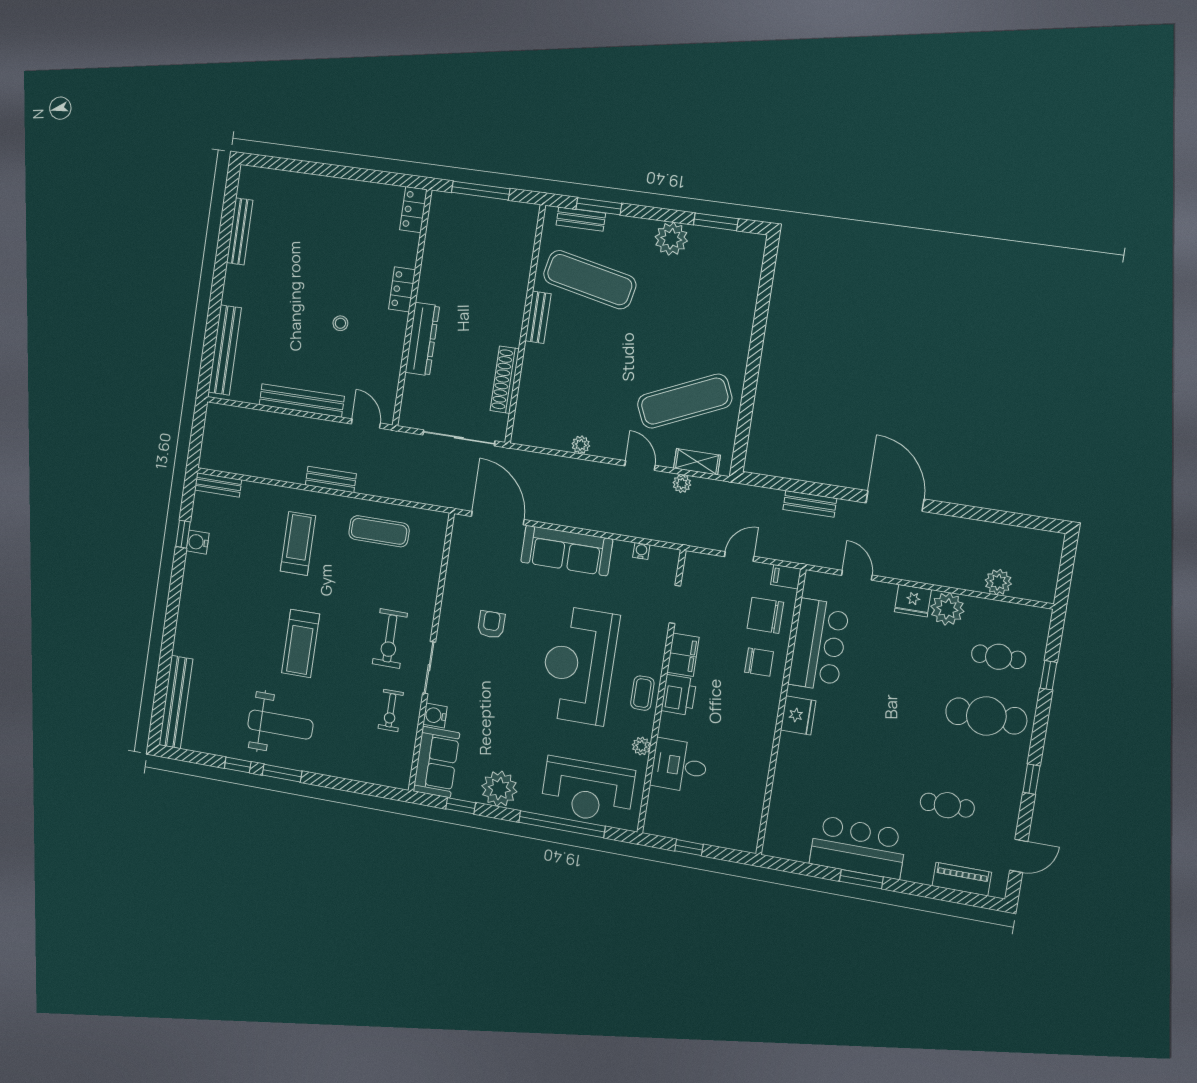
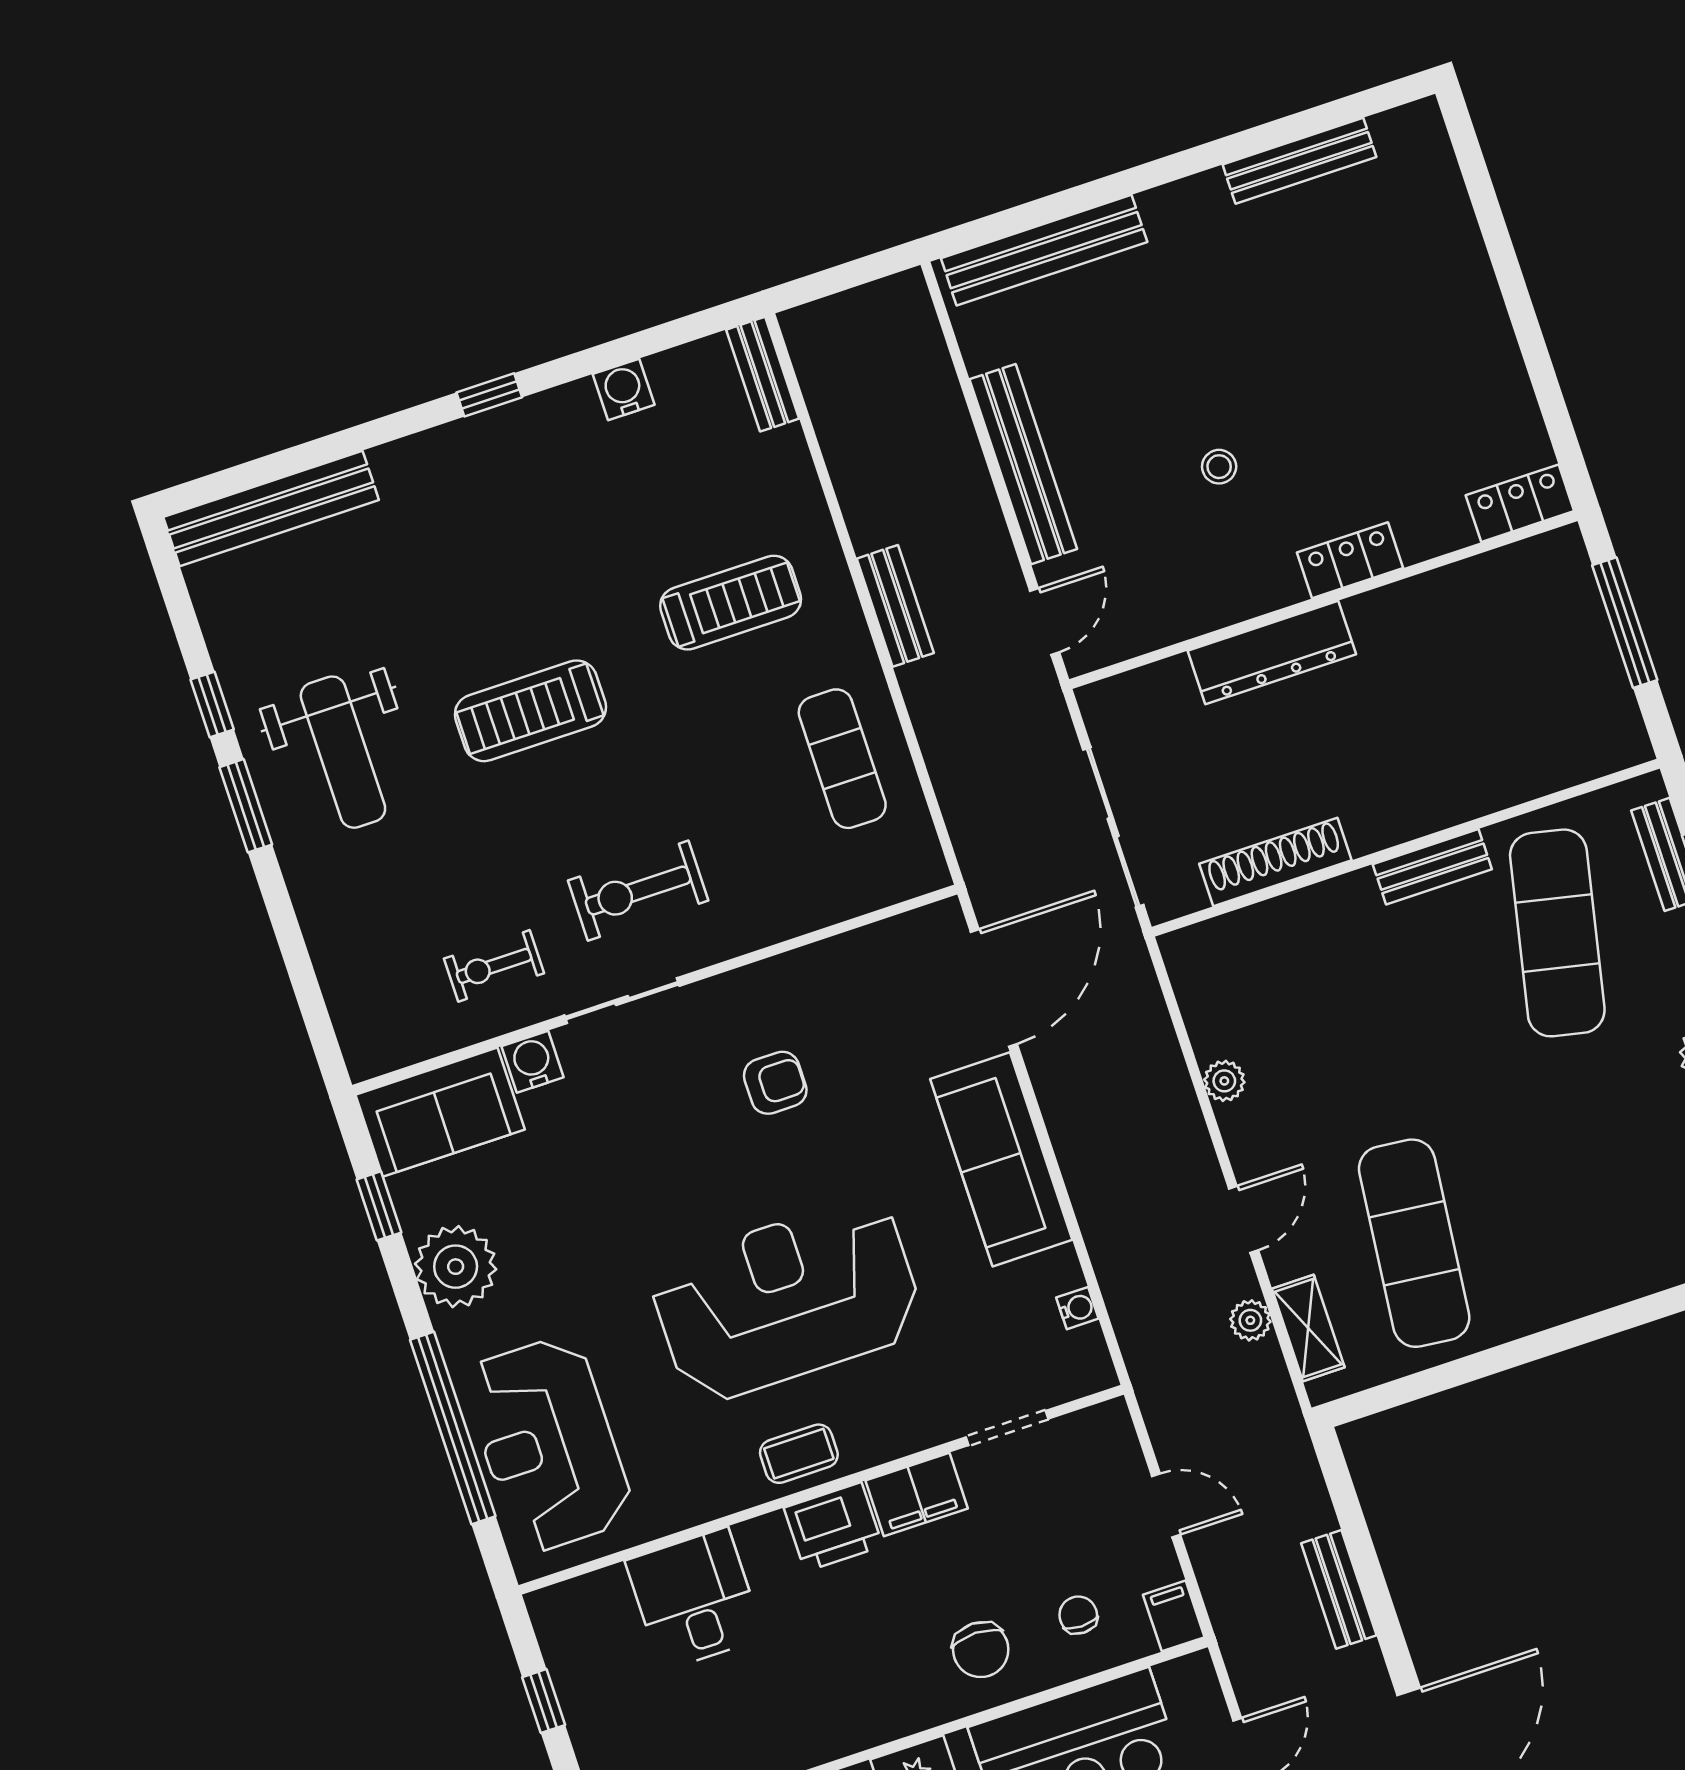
exercise mat: (685, 401) -> (1414, 1243), turned 30
window: (183, 534) -> (489, 395), moved
chair: (765, 615) -> (1078, 1615), width x0.54, depth x0.54
plant: (641, 746) -> (693, 1505), removed

